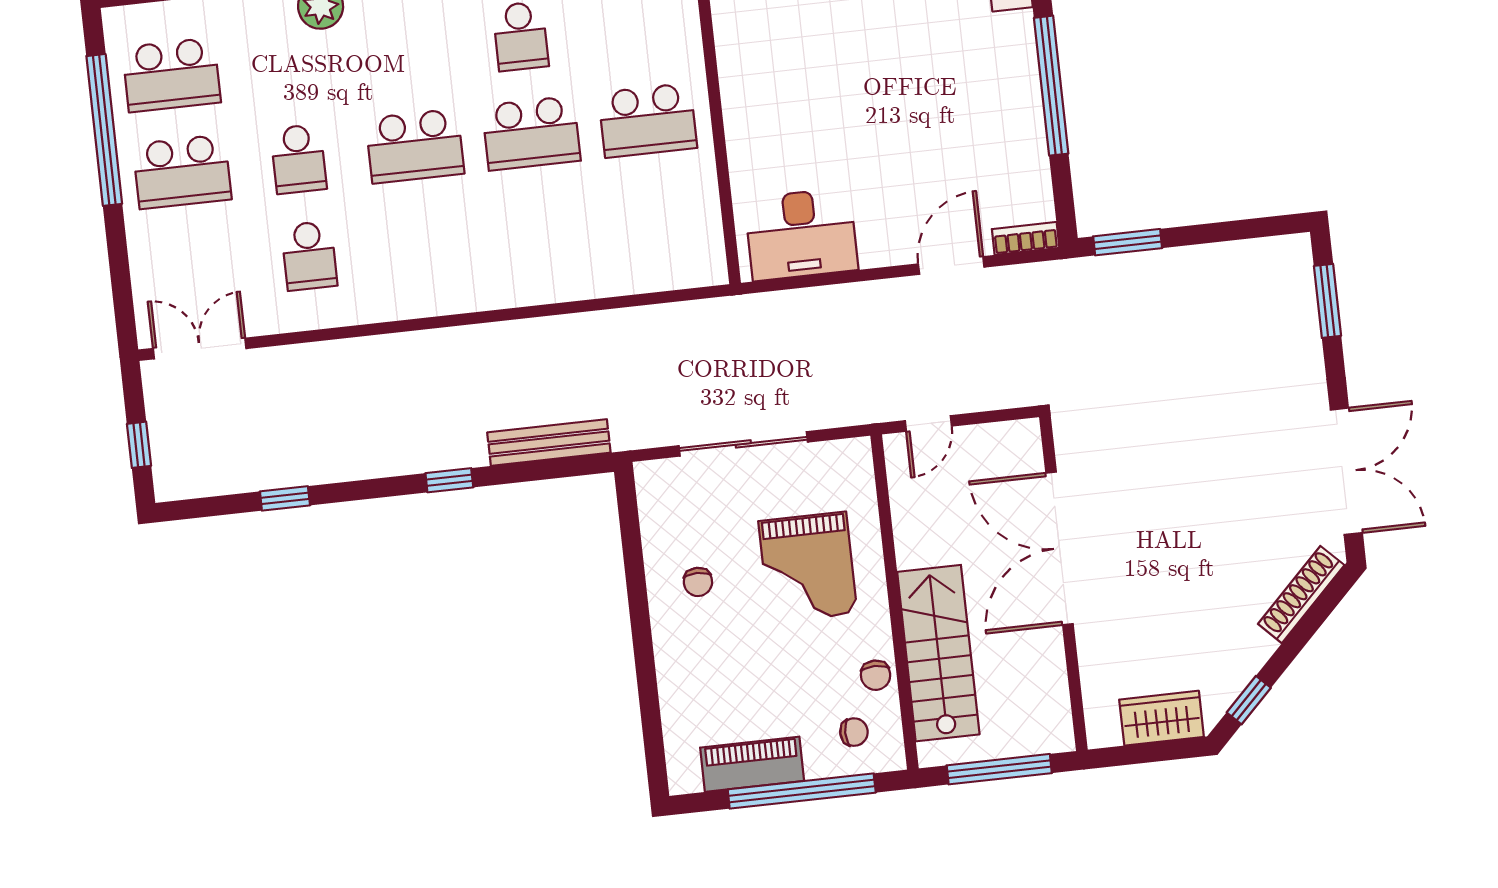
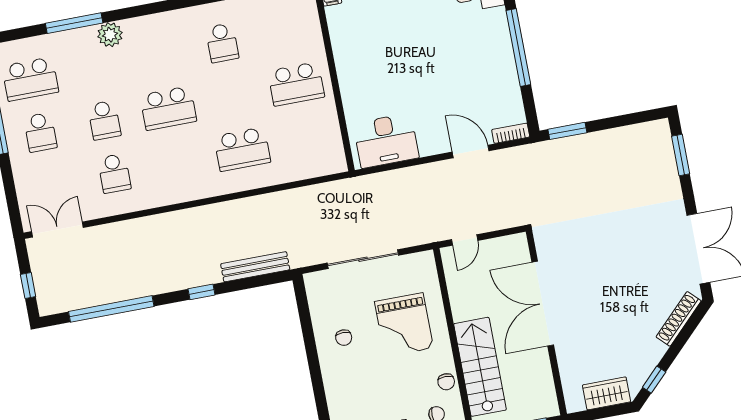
school desk: (531, 133) -> (242, 149), moved
school desk: (182, 172) -> (40, 132), width x0.54
door: (951, 266) -> (471, 151), hinge flipped
window: (285, 498) -> (111, 309), width x3.17

